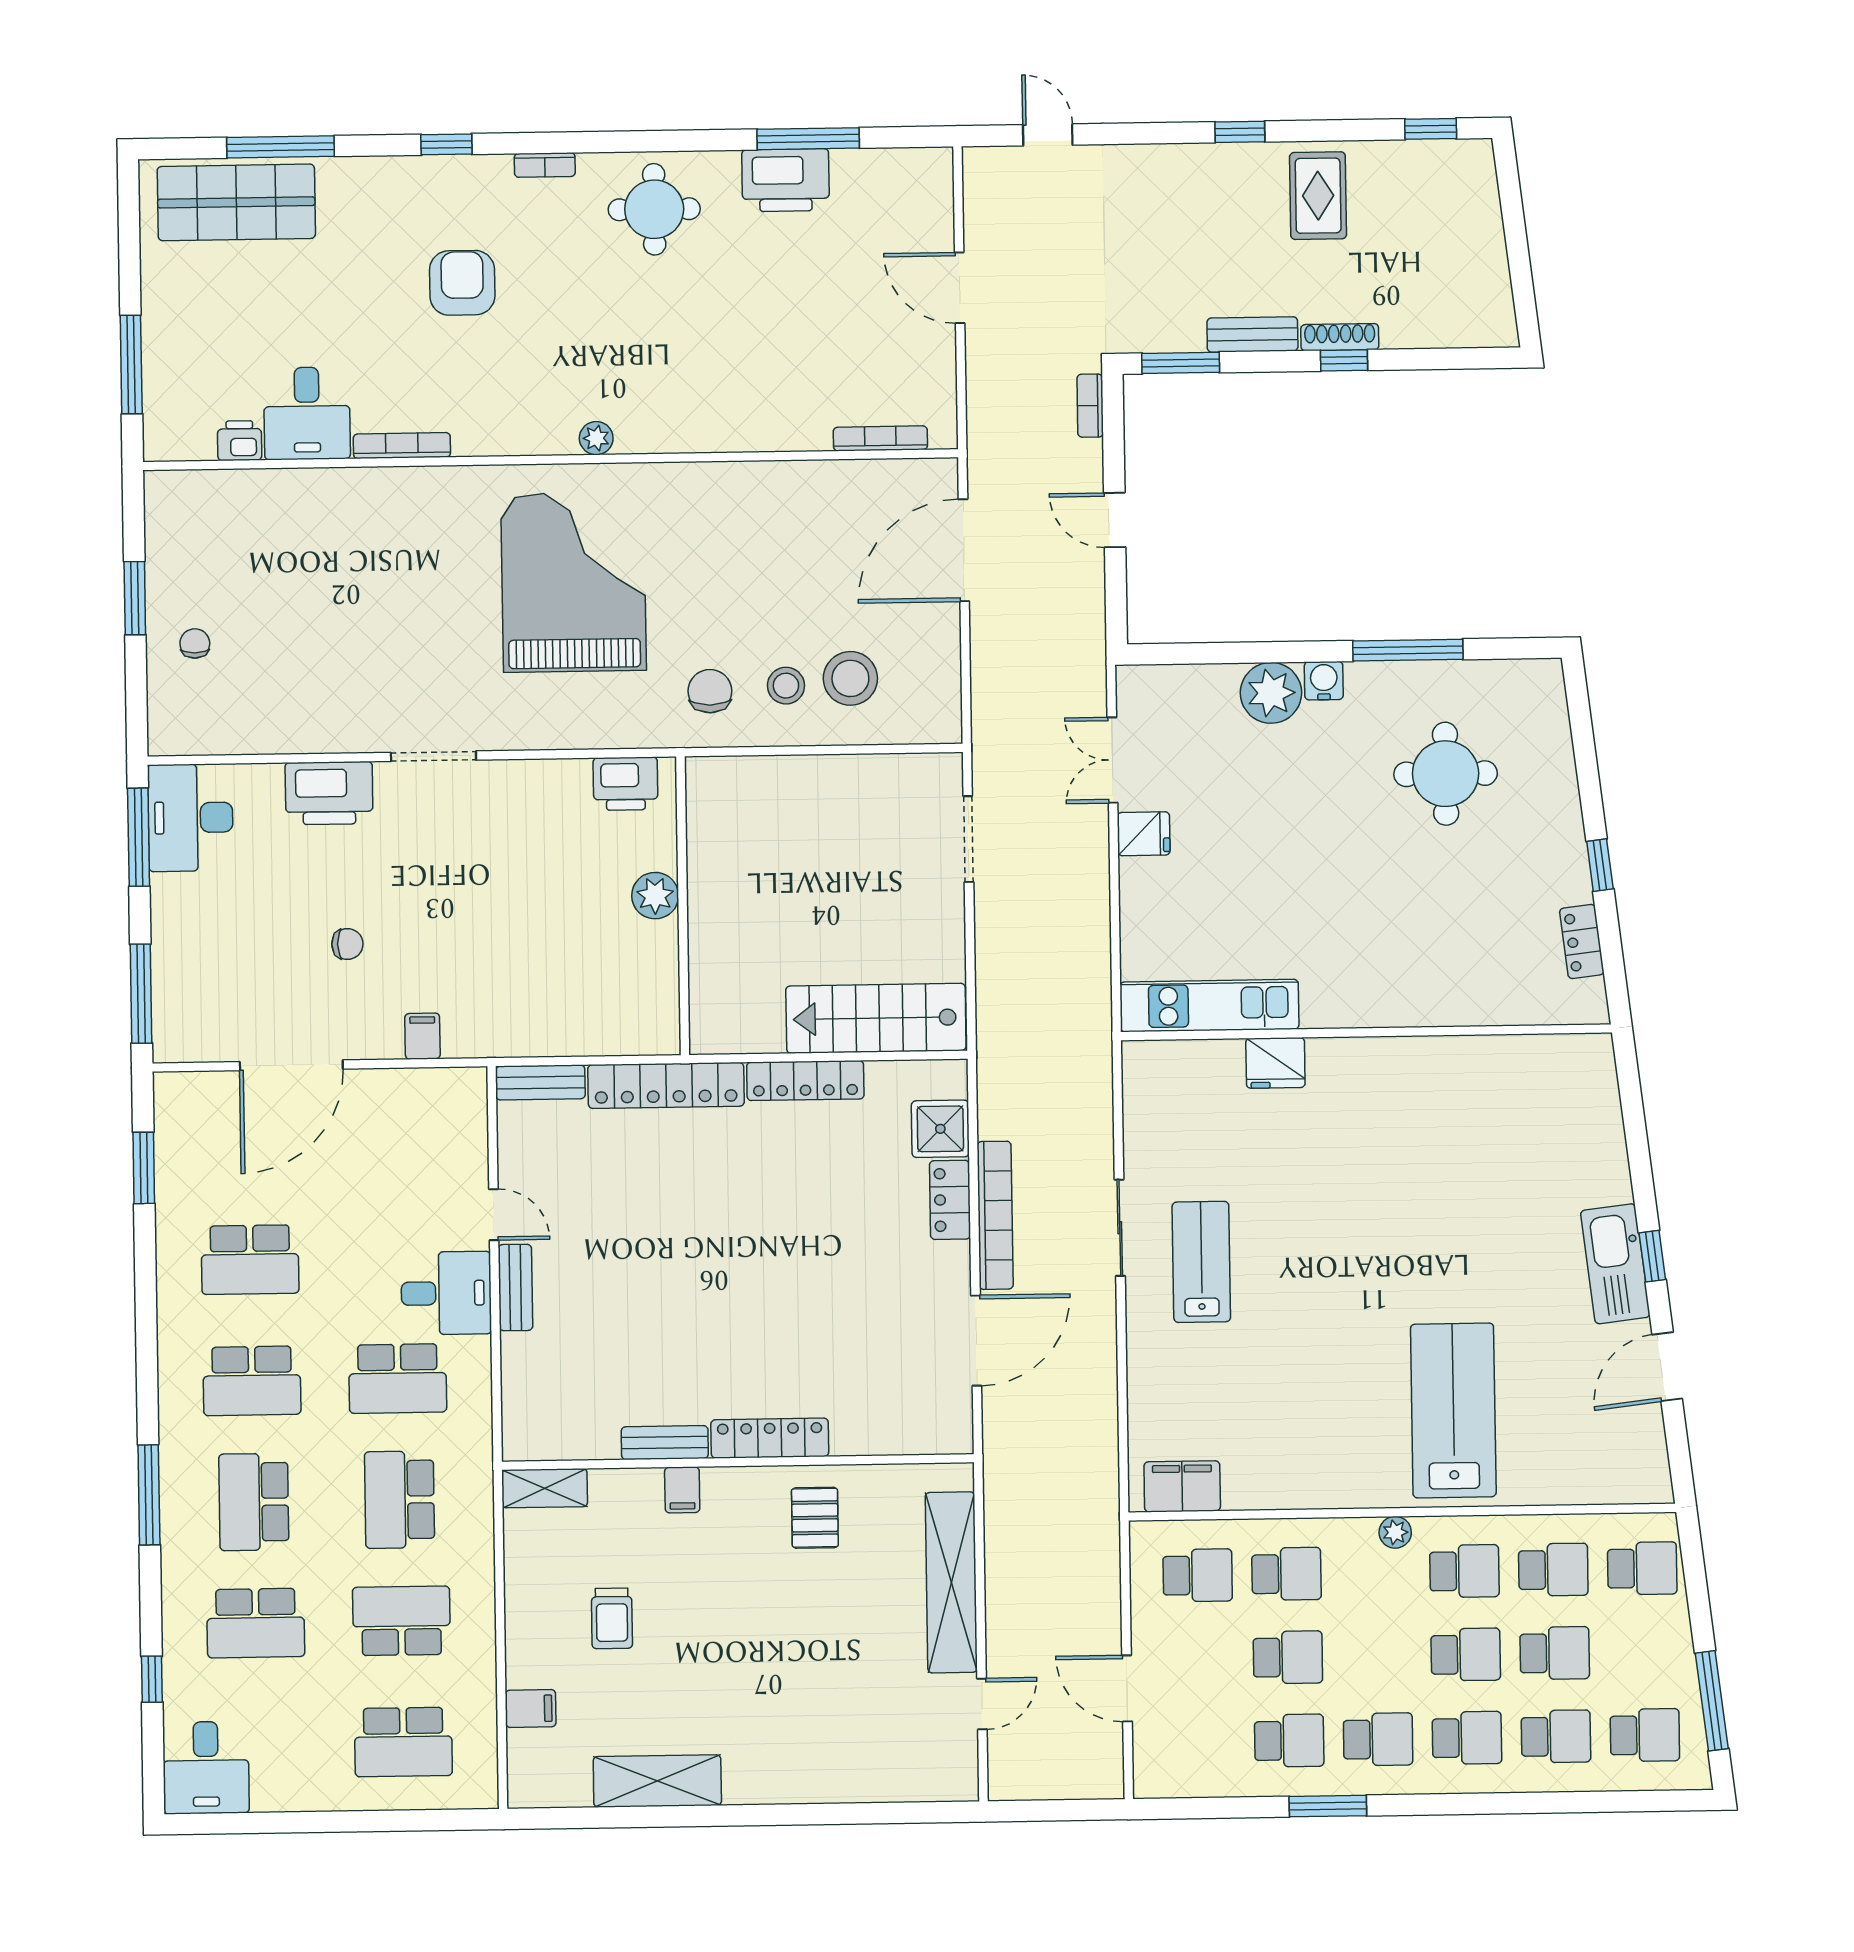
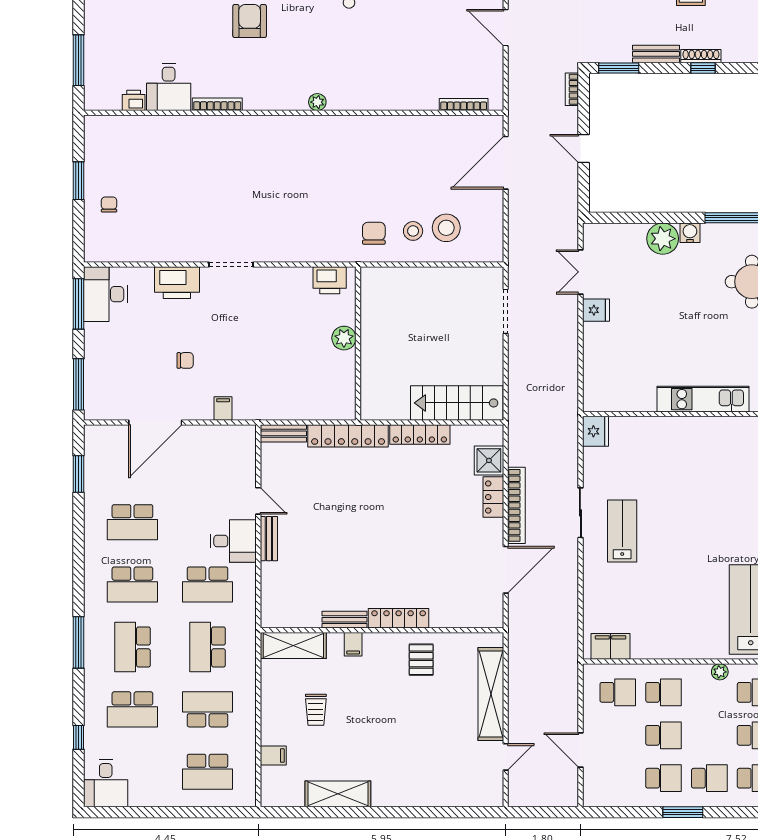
grand piano: (573, 582) -> (304, 176), removed
kitchen unit: (1209, 1006) -> (703, 399), moved
fridge: (1275, 1063) -> (596, 431), moved, turned -90
shelving: (545, 1488) -> (293, 646), width x1.50, depth x1.33

